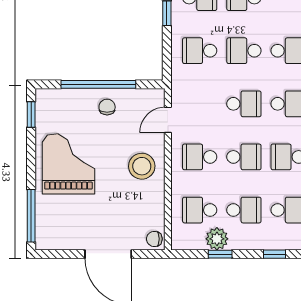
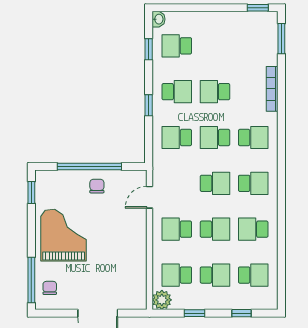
stool: (142, 166) -> (127, 237), removed
chair: (154, 239) -> (50, 288), moved, turned 90
plant: (217, 239) -> (162, 300), moved

